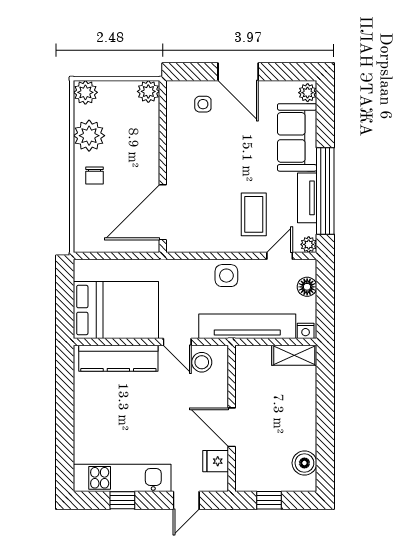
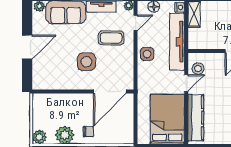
plant: (148, 91) -> (39, 100), removed
side table: (203, 104) -> (86, 62), moved, width x1.87, depth x1.87
door: (163, 212) -> (110, 92), hinge flipped
door: (280, 256) -> (135, 23), swing flipped

